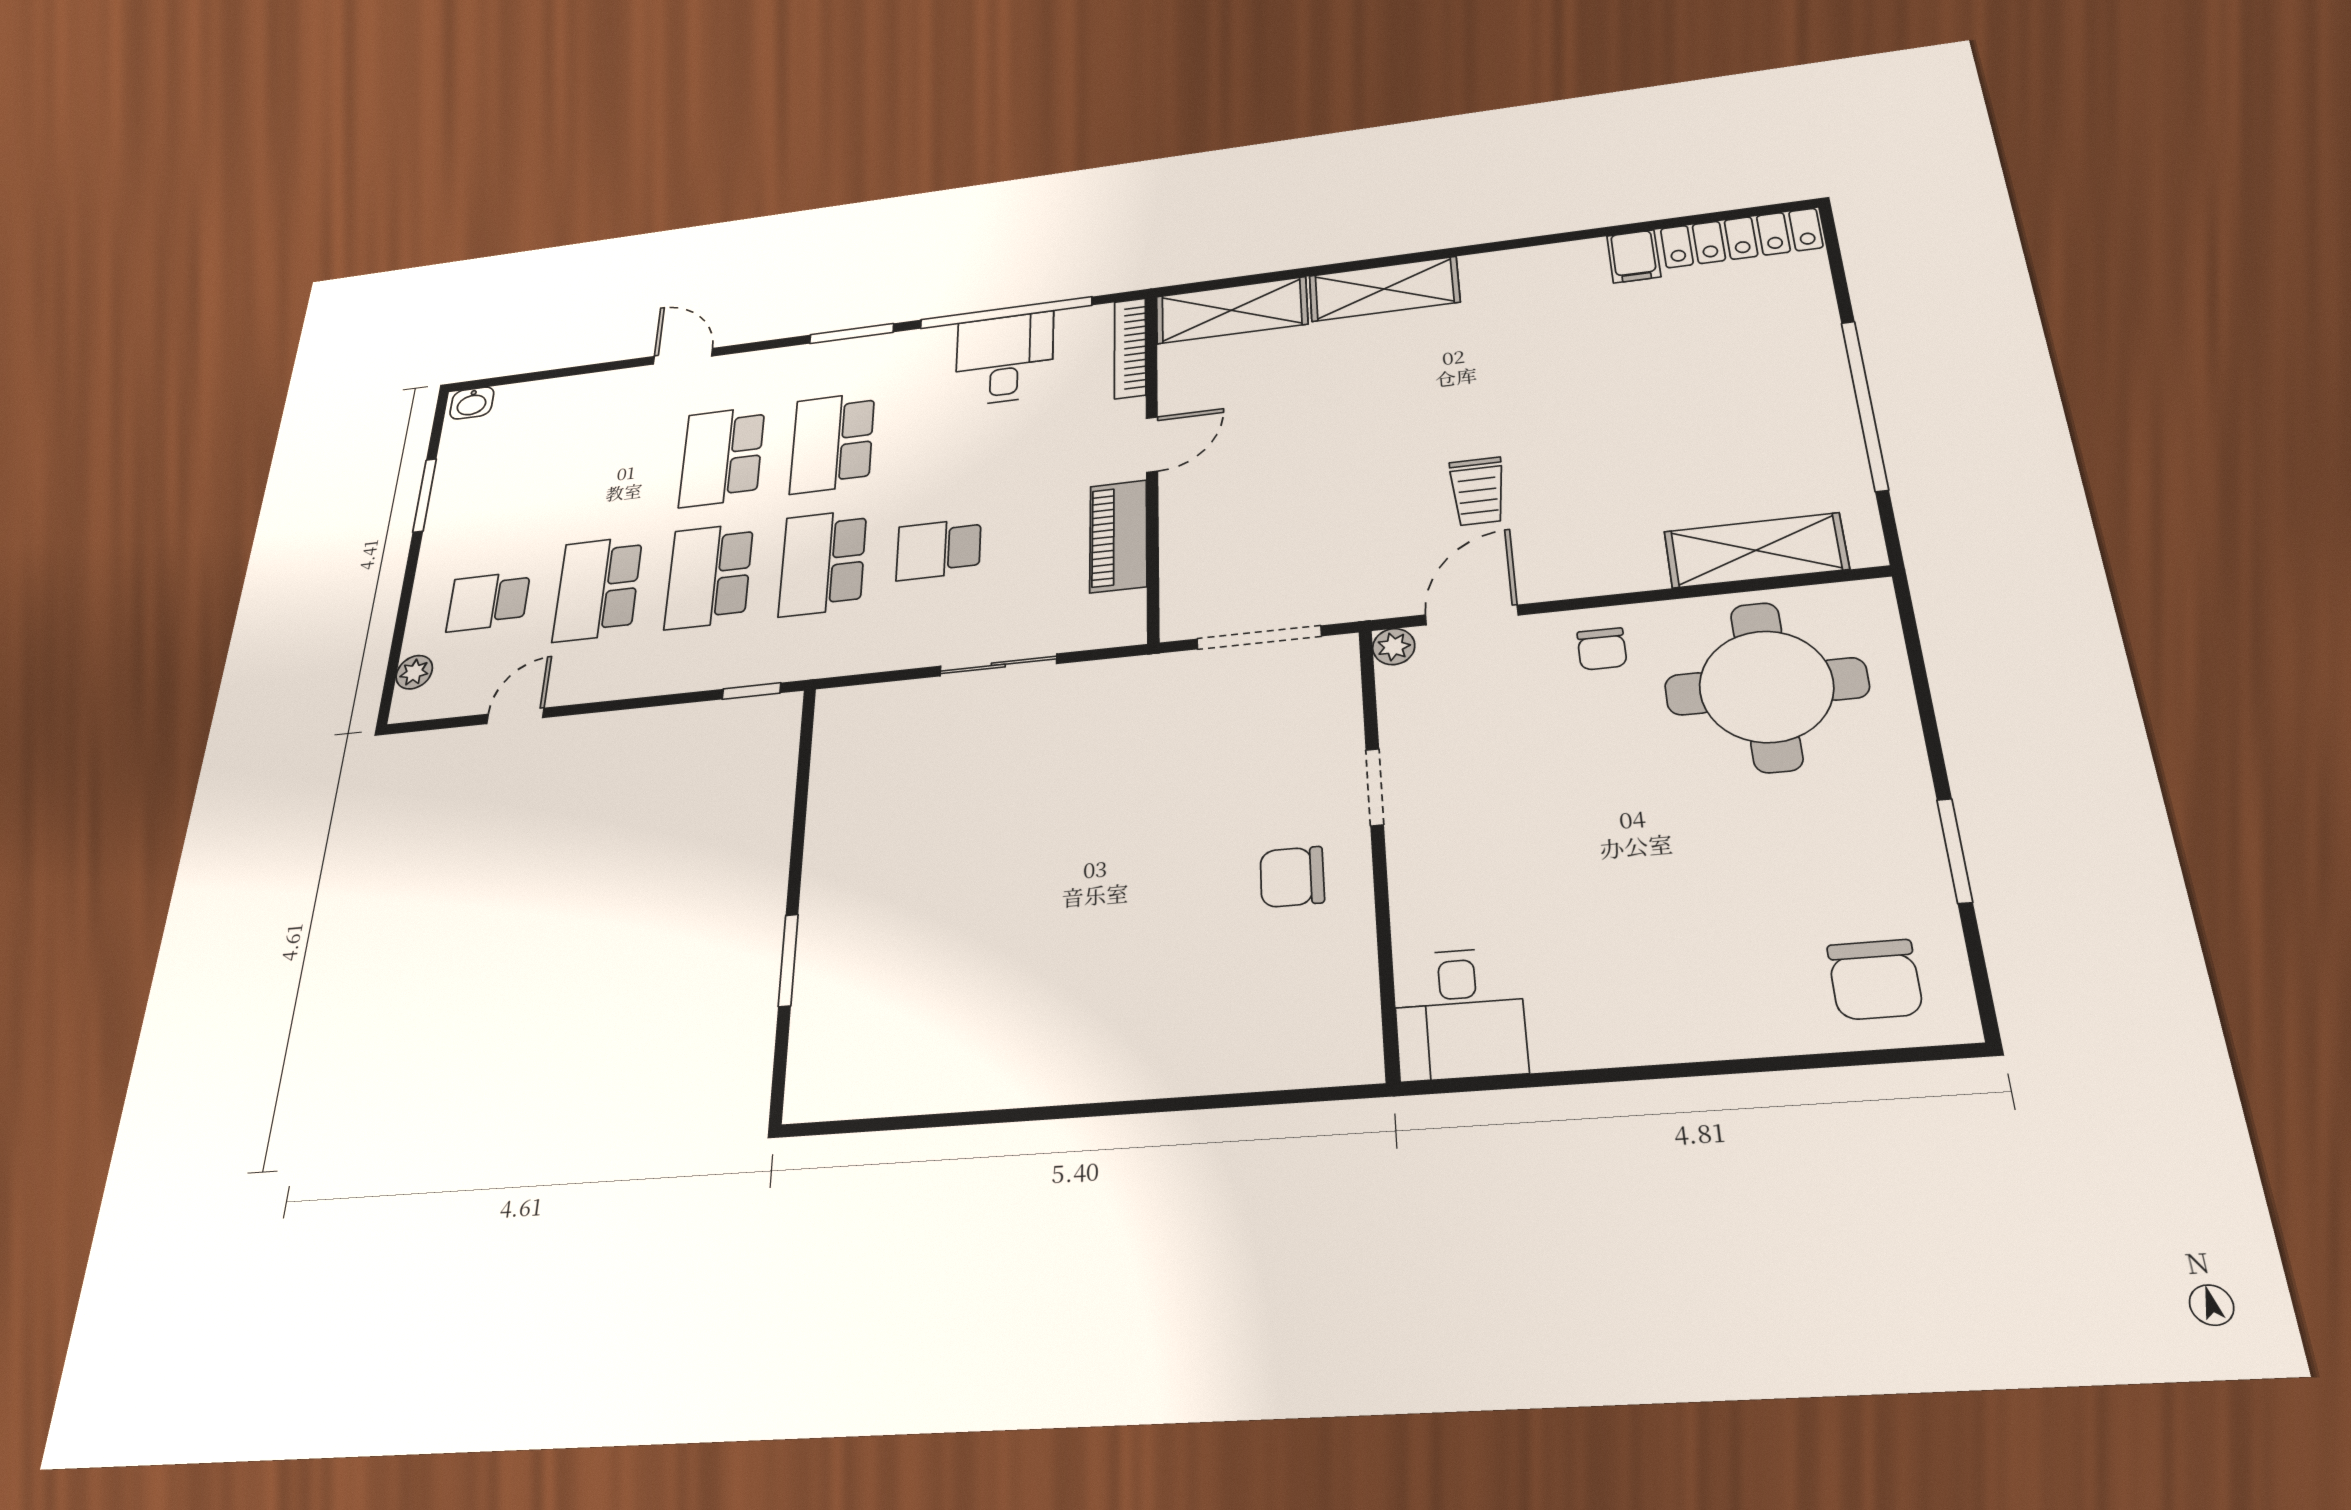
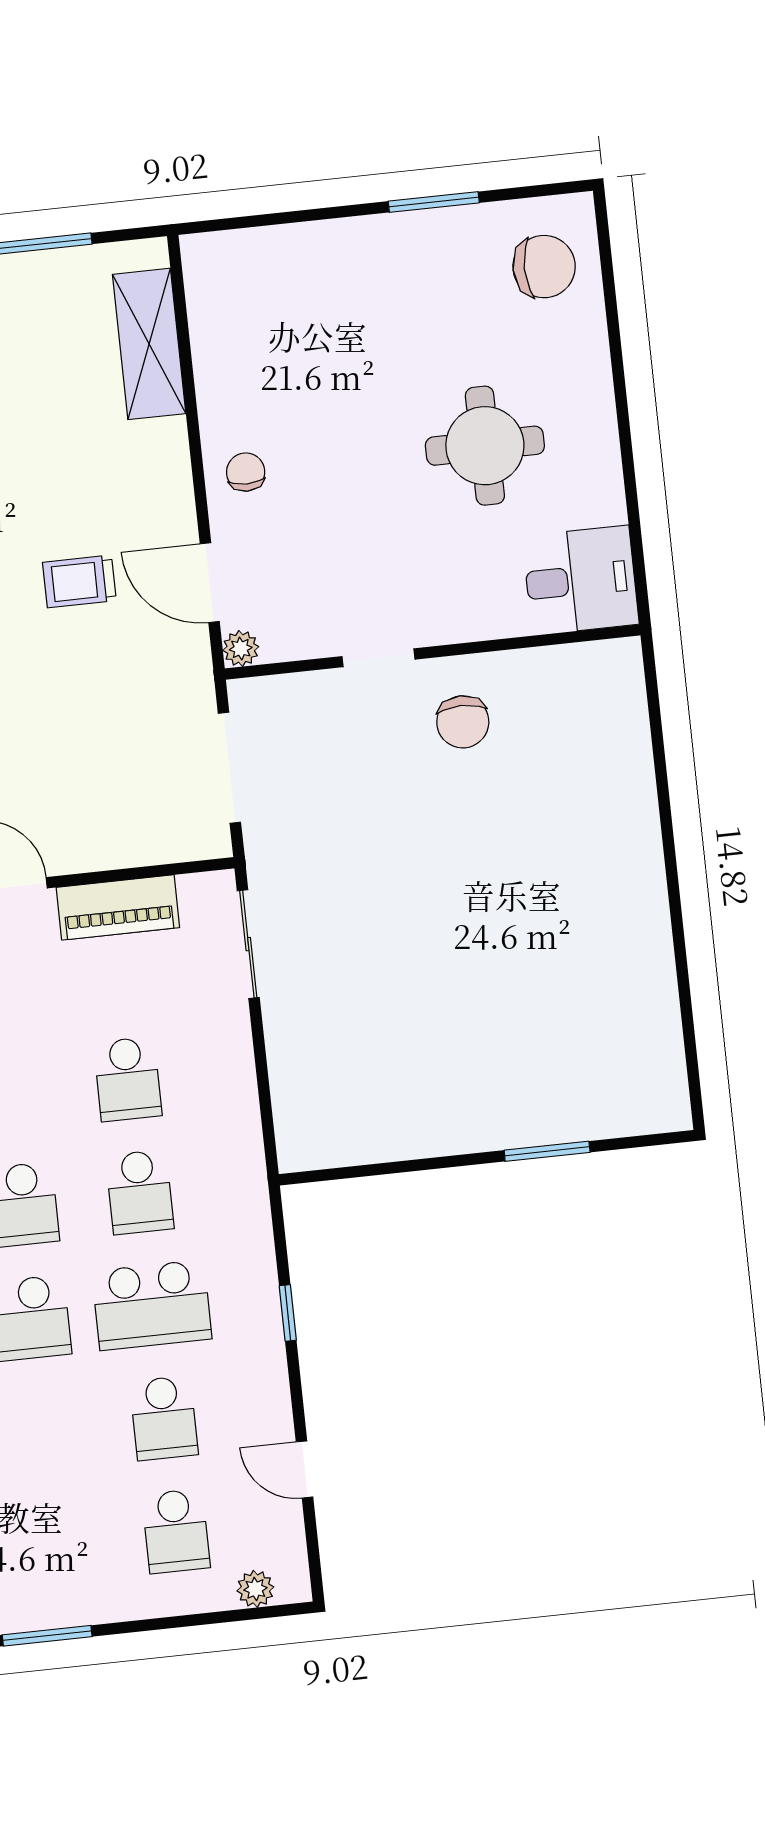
trolley: (1478, 491) -> (79, 581), turned 180
school desk: (823, 563) -> (140, 1192), width x0.54
school desk: (598, 589) -> (164, 1418), width x0.54
chair: (1602, 649) -> (246, 472), turned -90
sliding door: (998, 665) -> (248, 944), moved
round table: (1766, 686) -> (485, 446), moved, width x0.73, depth x0.73
window: (752, 691) -> (288, 1313), moved

